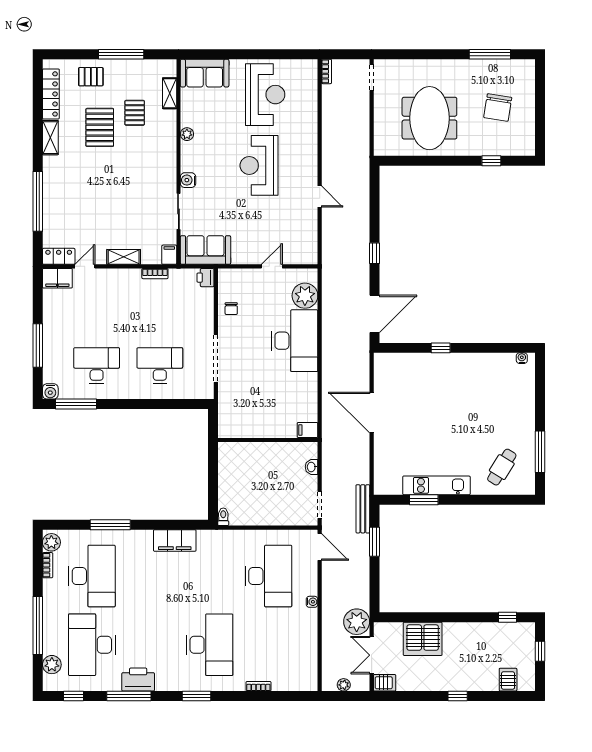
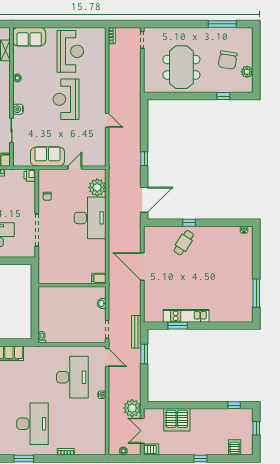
plant: (526, 125) -> (247, 72), added
sofa: (205, 250) -> (48, 157), moved
cafe table: (502, 467) -> (184, 243), moved

